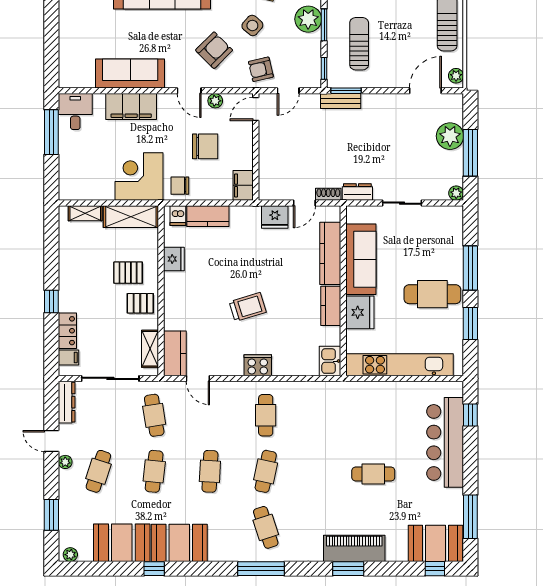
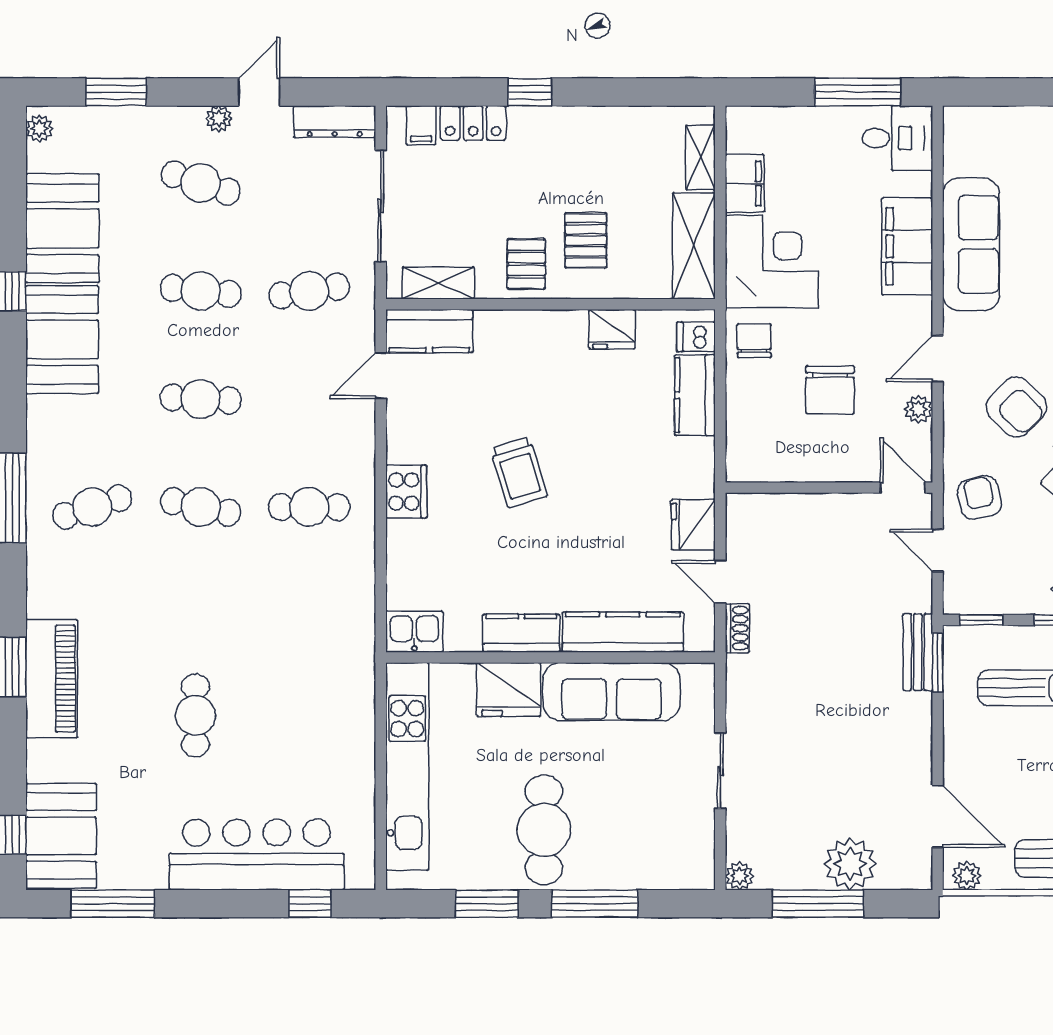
filing cabinet: (243, 185) -> (745, 183), moved, turned 90
dresser: (357, 192) -> (742, 685), removed

